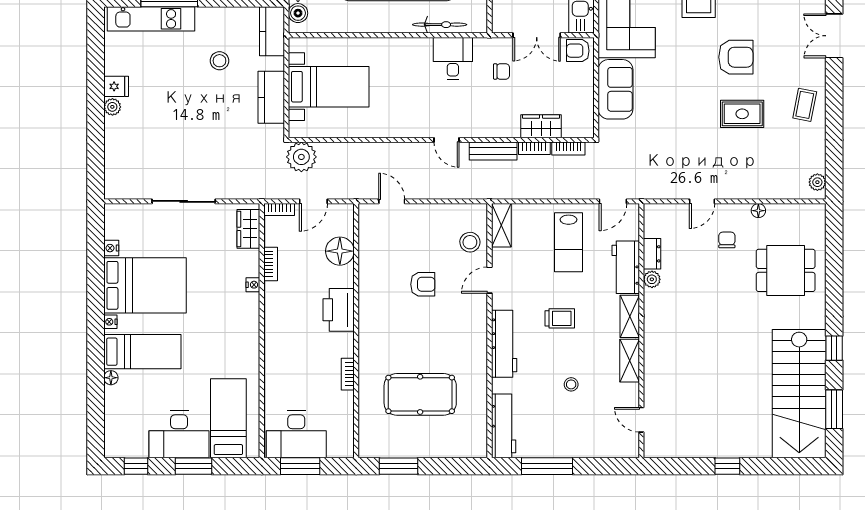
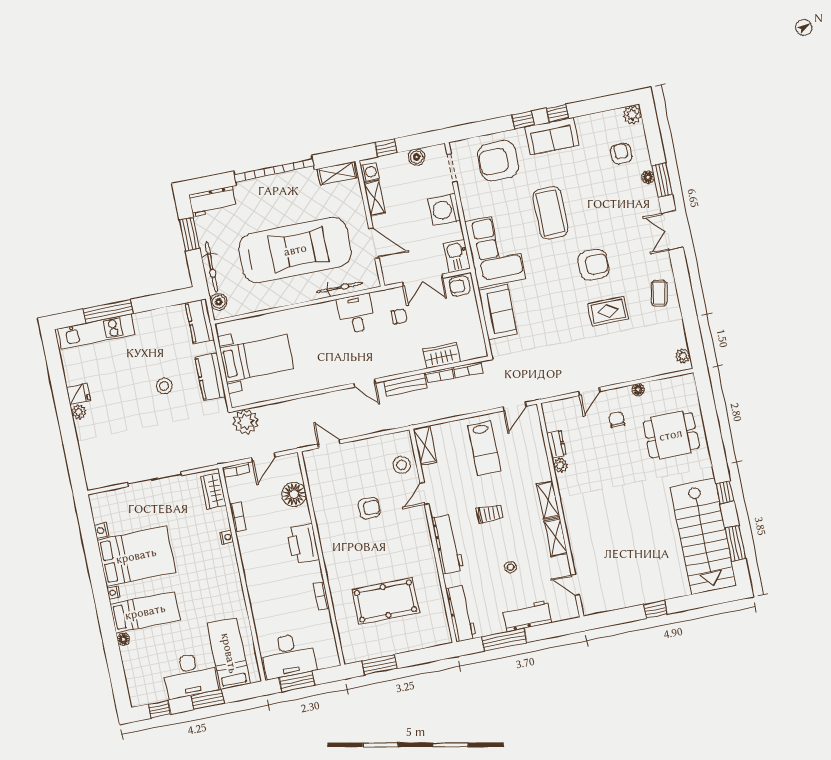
stool: (219, 61) -> (164, 386), moved
workbench: (626, 267) -> (527, 616), moved, turned 90

